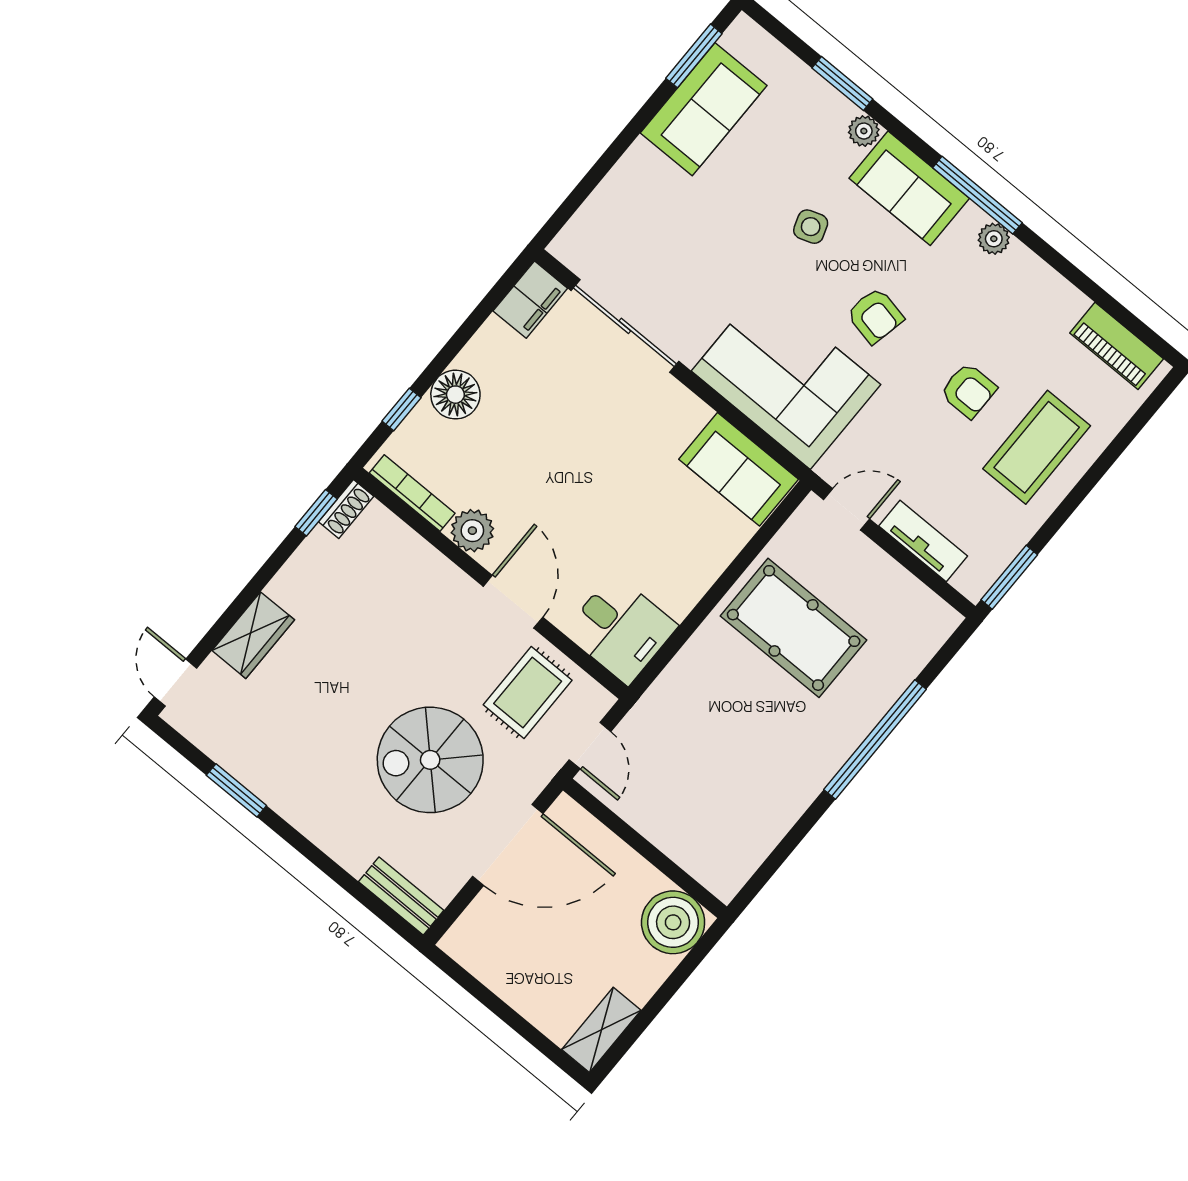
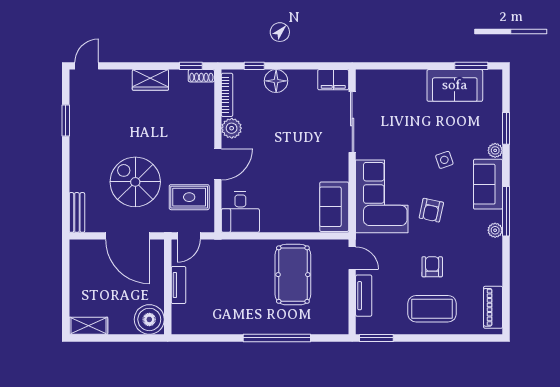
armchair: (968, 391) -> (432, 267), turned 180
wardrobe: (253, 635) -> (150, 80), moved
tv unit: (656, 828) -> (178, 285), added

